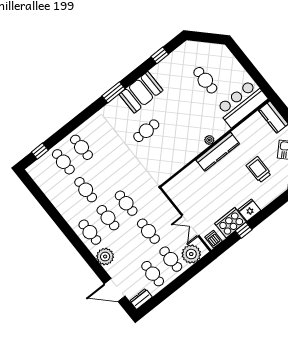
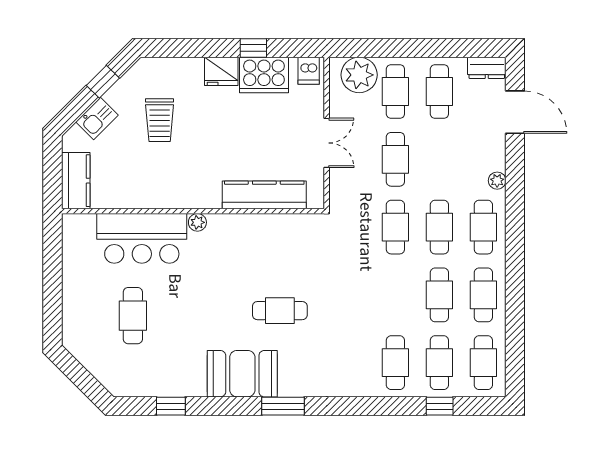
bar counter: (242, 103) -> (142, 238), moved
window: (40, 151) -> (440, 406), moved
kitchen counter: (218, 152) -> (264, 195), moved
cafe table: (45, 176) -> (483, 363), added
cafe table: (68, 204) -> (483, 295), added
double door: (190, 226) -> (327, 143), moved
plant: (105, 257) -> (497, 181), width x0.53, depth x0.53

